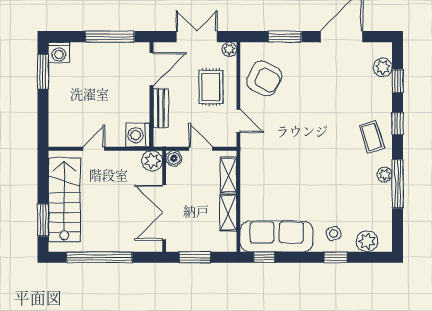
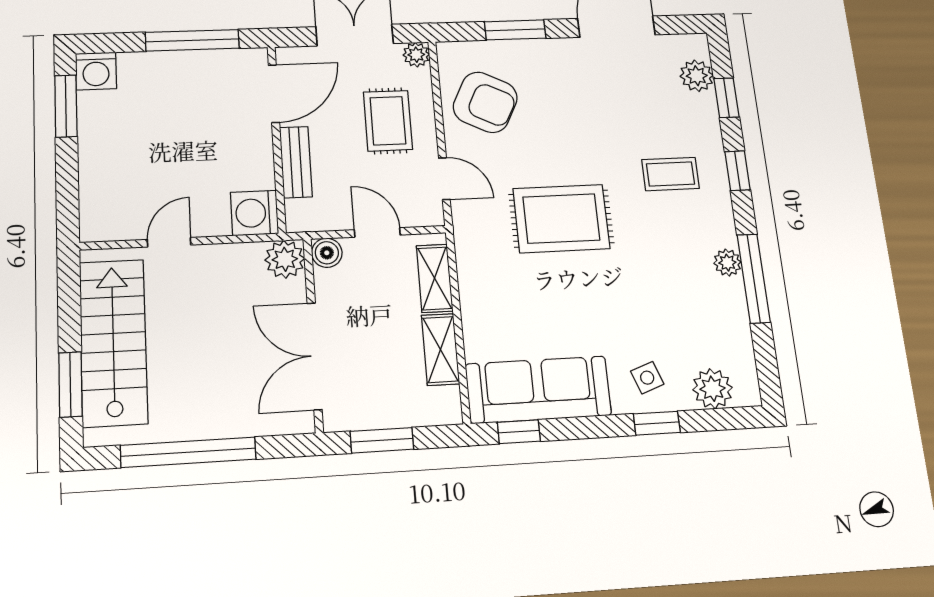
coffee table: (372, 137) -> (670, 174), moved, turned -72
rug: (298, 146) -> (561, 218), added

